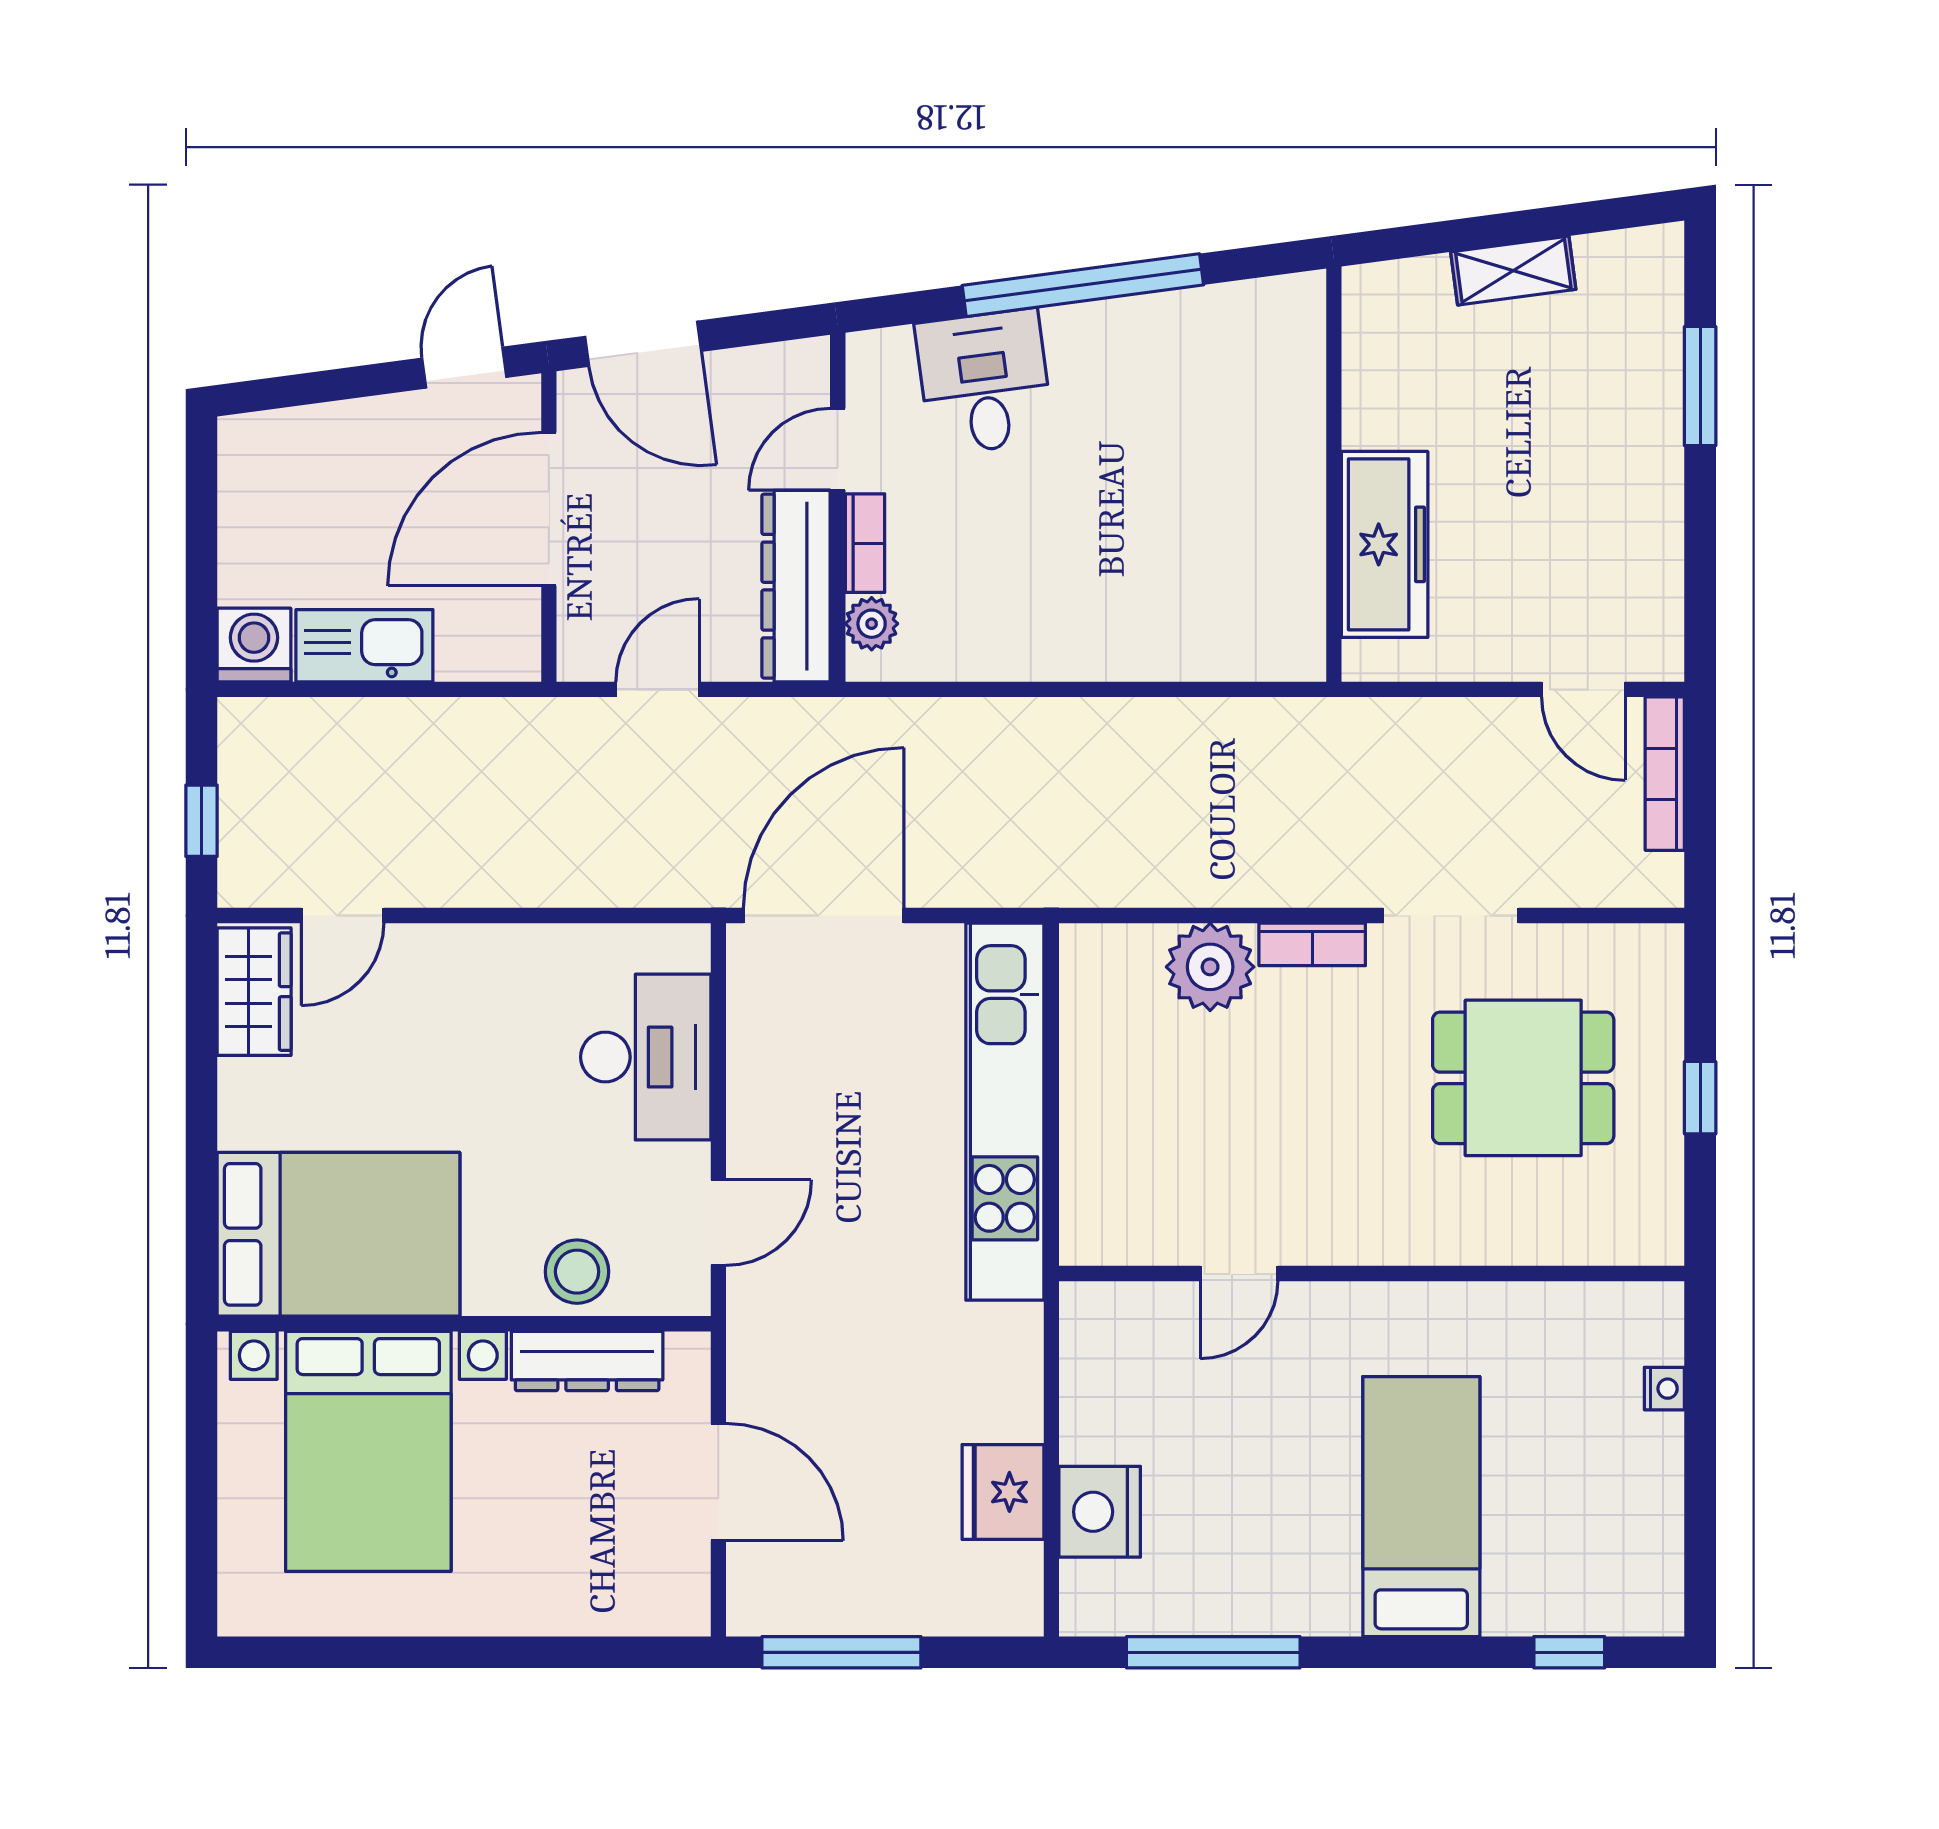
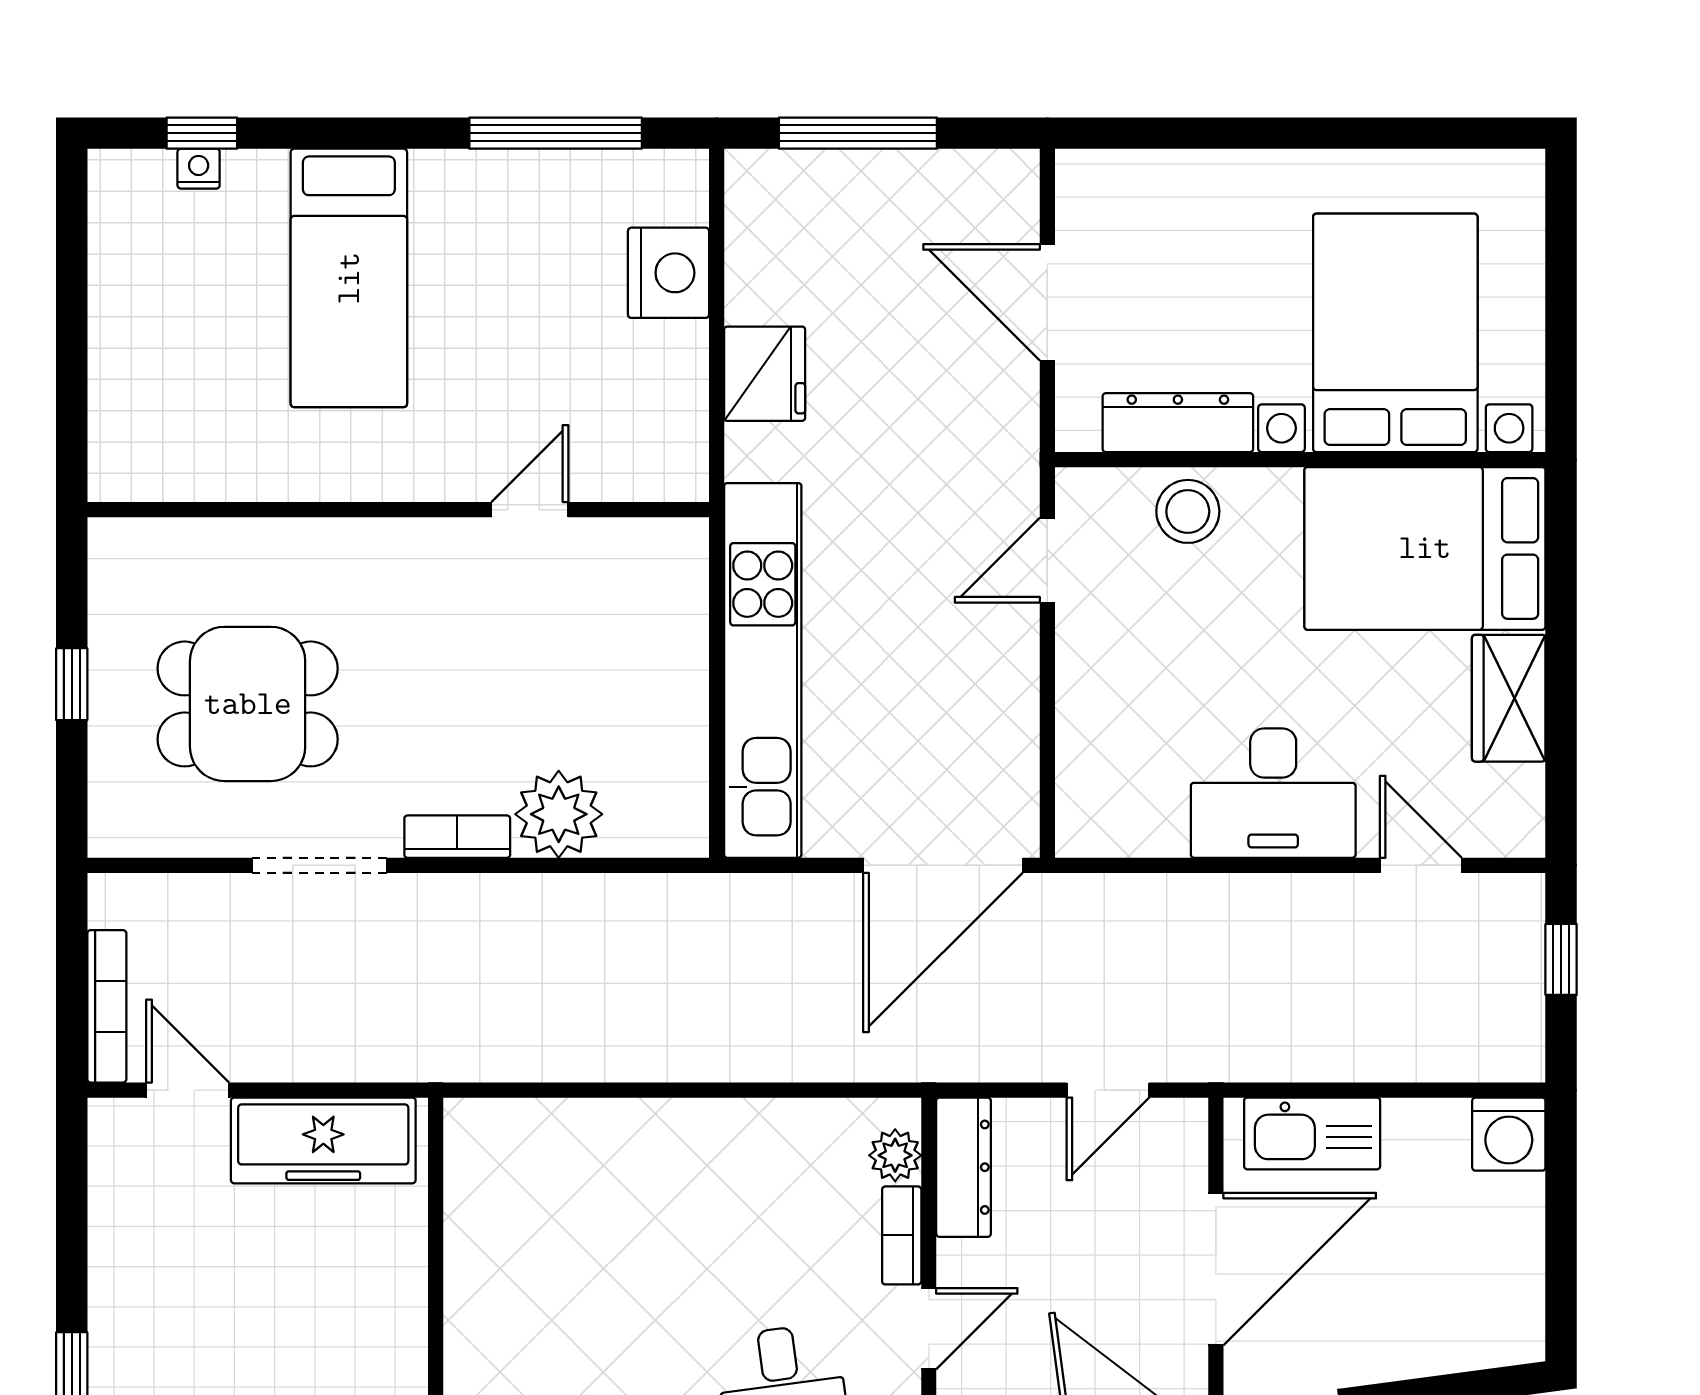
freezer: (1385, 544) -> (323, 1140), moved, turned -90
dresser: (796, 586) -> (964, 1167), width x0.73, depth x0.80
kitchen sink: (364, 646) -> (1312, 1133), moved
door: (343, 915) -> (1421, 865), hinge flipped
wardrobe: (254, 992) -> (1509, 698), moved
desk: (646, 1057) -> (1273, 793), moved, turned -90
nightstand: (1664, 1389) -> (199, 169), moved, turned 90
fridge: (1003, 1492) -> (765, 374), moved
window: (841, 1652) -> (858, 133), moved

